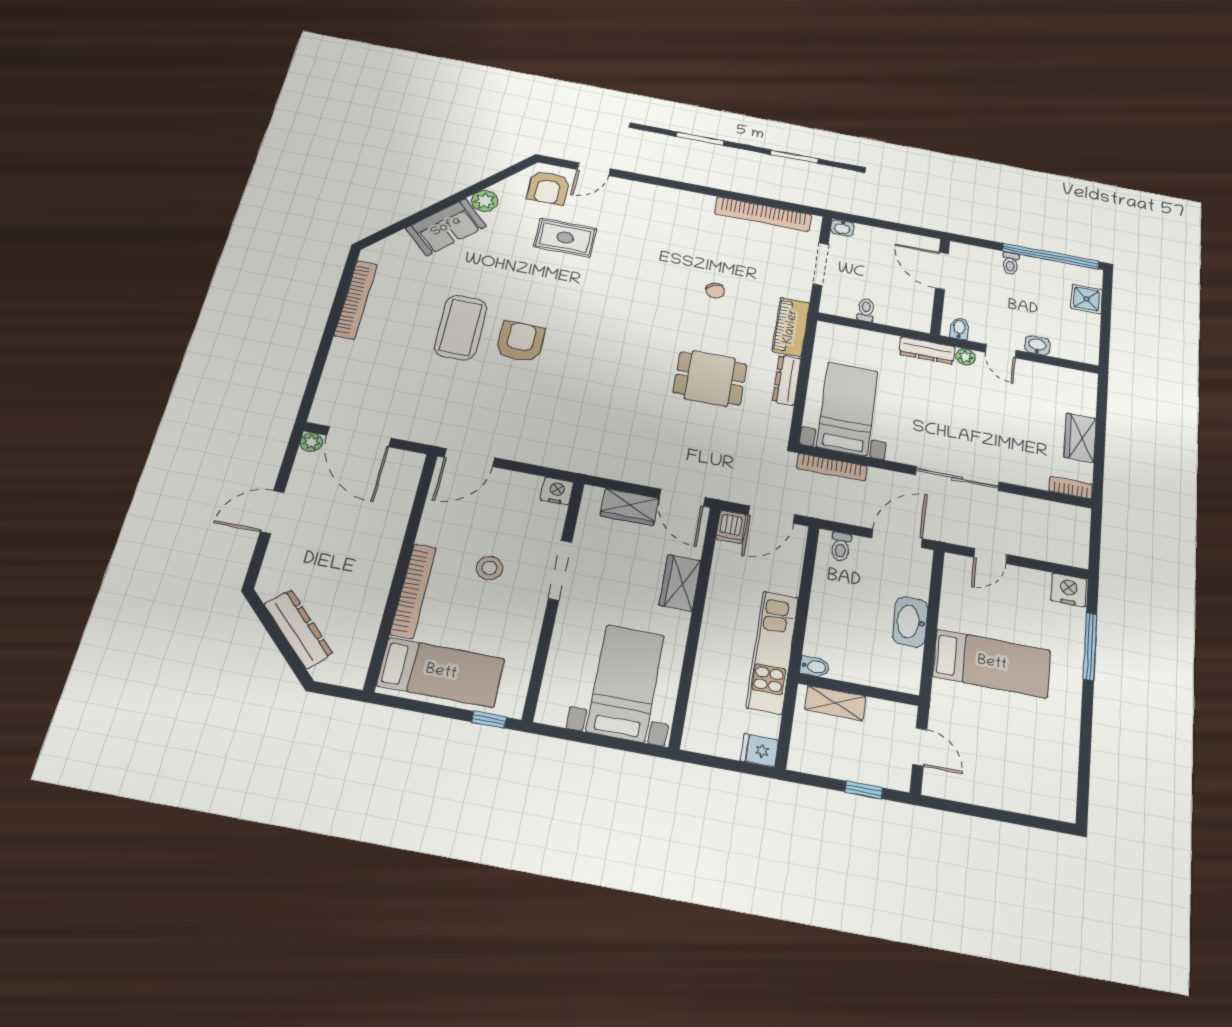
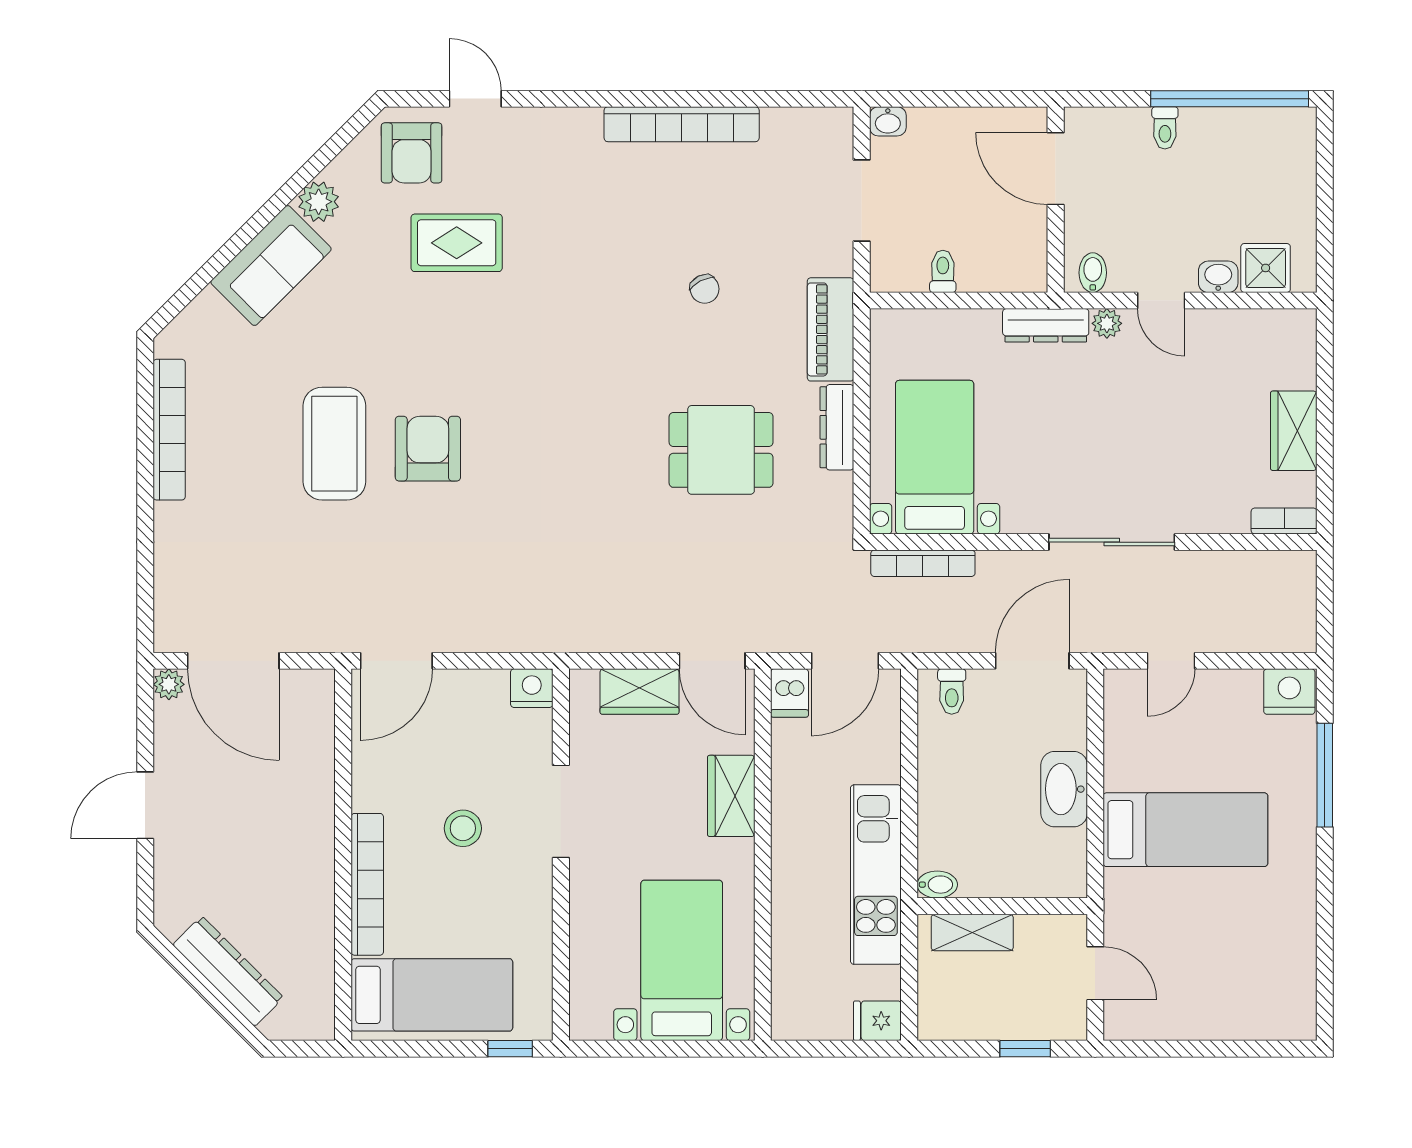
door: (594, 169) -> (475, 99), swing flipped
bookcase: (763, 214) -> (682, 124), moved
shower: (1087, 299) -> (1266, 268), moved

